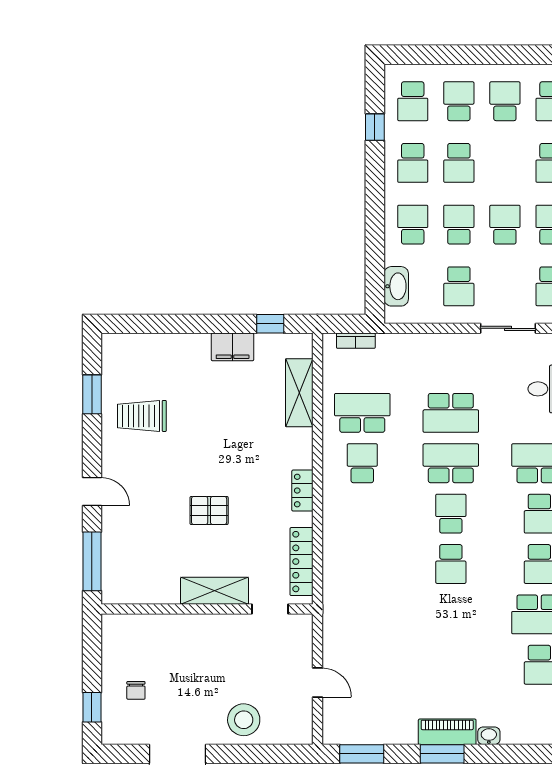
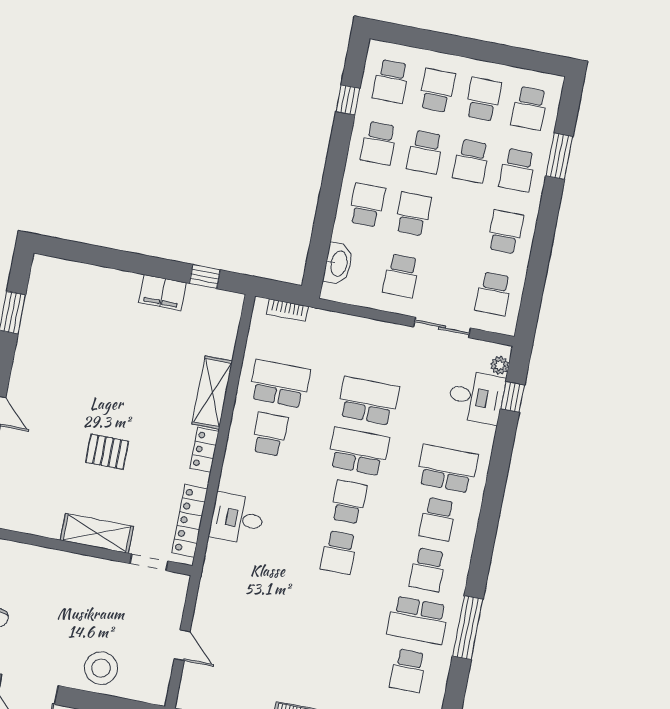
school desk: (505, 225) -> (471, 161), moved, turned 180
shelving: (299, 393) -> (212, 393), moved
school desk: (451, 413) -> (368, 401), turned 180
trolley: (142, 416) -> (58, 344), removed
desk: (347, 550) -> (237, 518), added

